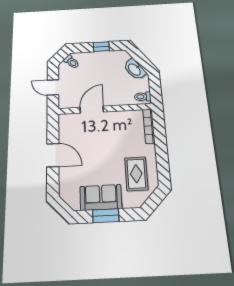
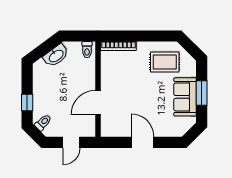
window: (101, 47) -> (27, 103), moved
door: (92, 110) -> (98, 103), hinge flipped
door: (53, 155) -> (143, 142), hinge flipped

